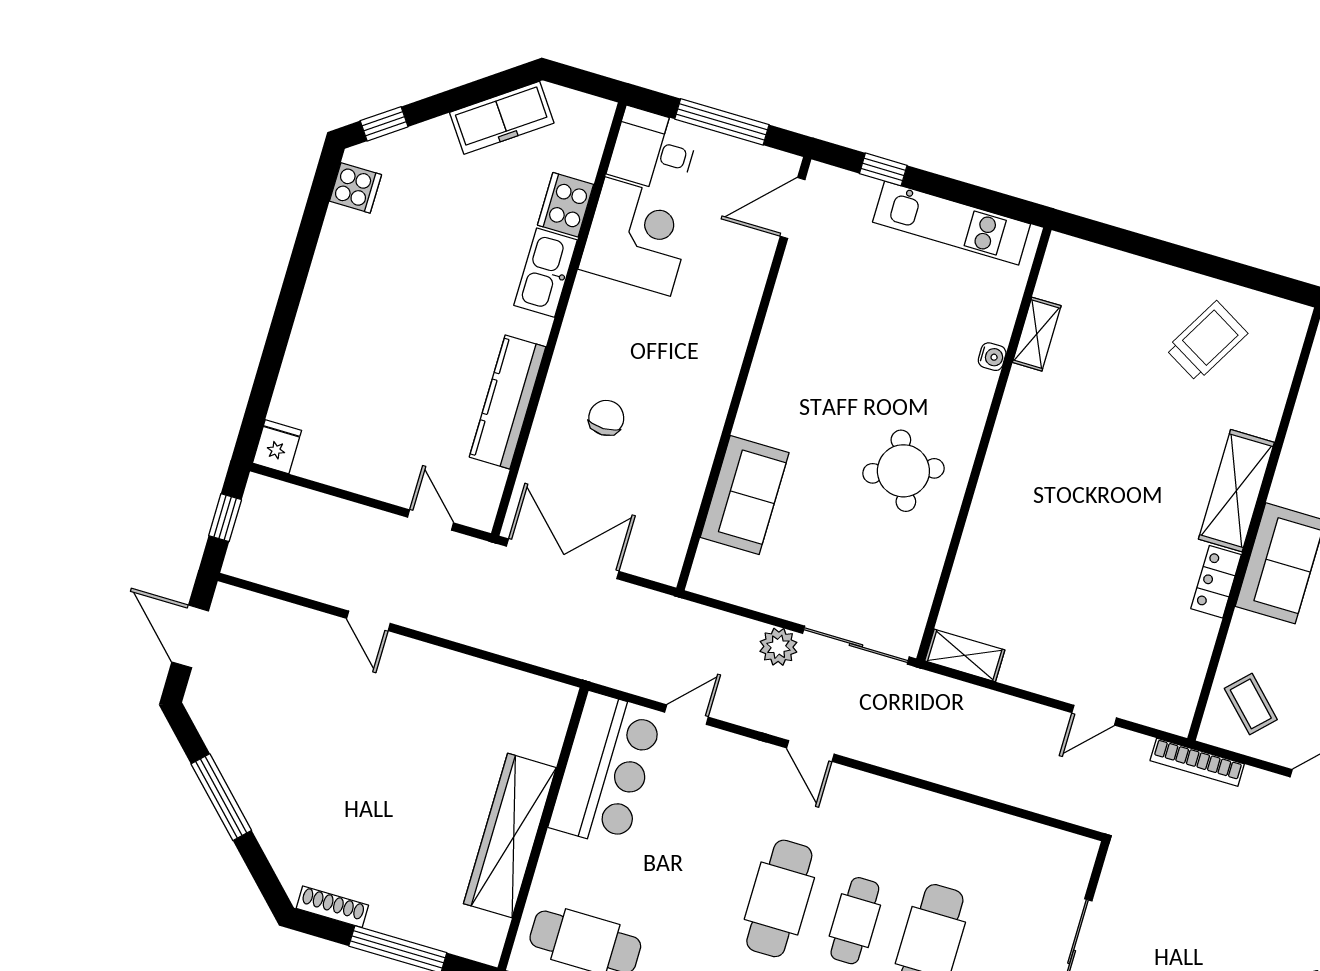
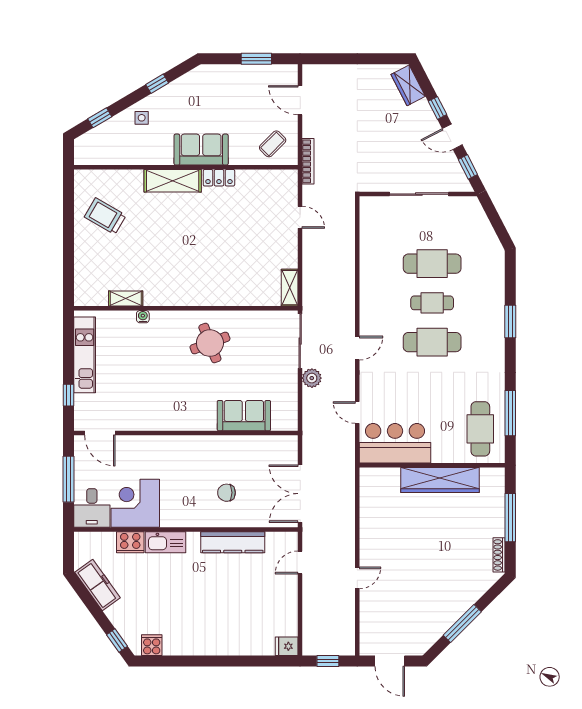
door: (190, 636) -> (390, 661), hinge flipped

